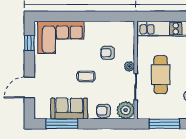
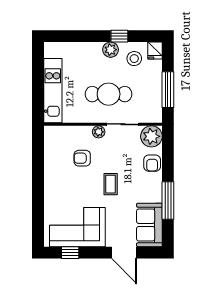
corner sofa: (61, 37) -> (77, 227), moved, turned -90
armchair: (108, 53) -> (82, 158), turned 90
sofa: (69, 109) -> (149, 225), moved
window: (62, 124) -> (168, 201), moved

